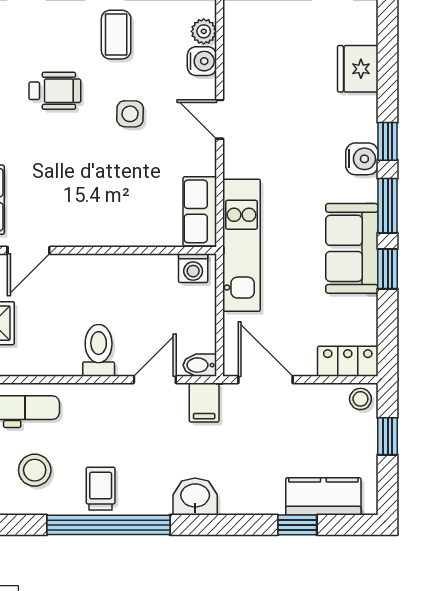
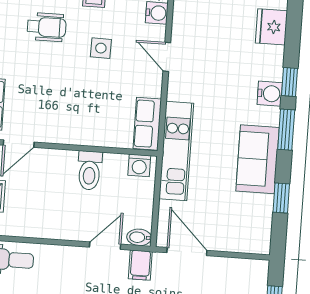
window: (388, 269) -> (281, 198), moved
toilet: (99, 350) -> (89, 170), moved, turned 180
locker: (348, 361) -> (249, 242), removed
stool: (360, 399) -> (256, 271), removed

